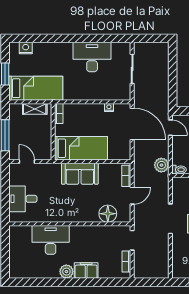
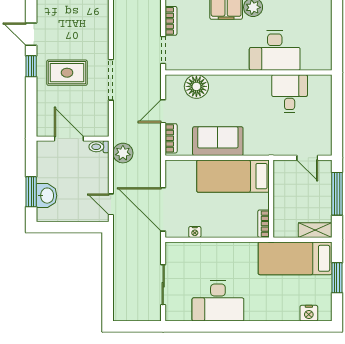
shelving: (35, 109) -> (315, 230), moved
sofa: (80, 174) -> (218, 141), moved
desk: (23, 199) -> (290, 94), moved, turned -90

